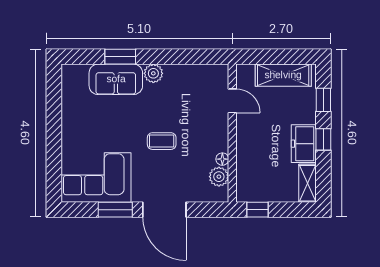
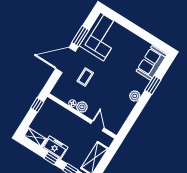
sofa: (116, 79) -> (151, 63), moved
door: (232, 101) -> (97, 126), swing flipped
coffee table: (162, 141) -> (85, 77), moved
plant: (219, 177) -> (82, 107), moved

